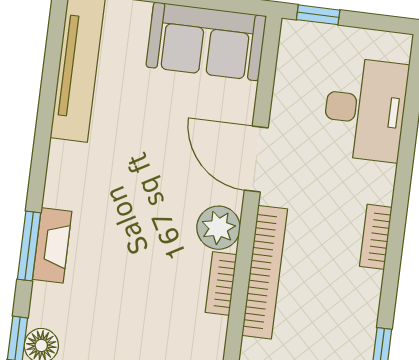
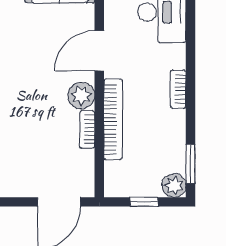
door: (256, 159) -> (99, 51), hinge flipped

